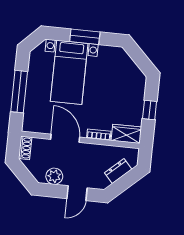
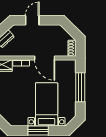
plant: (54, 176) -> (49, 30), removed

